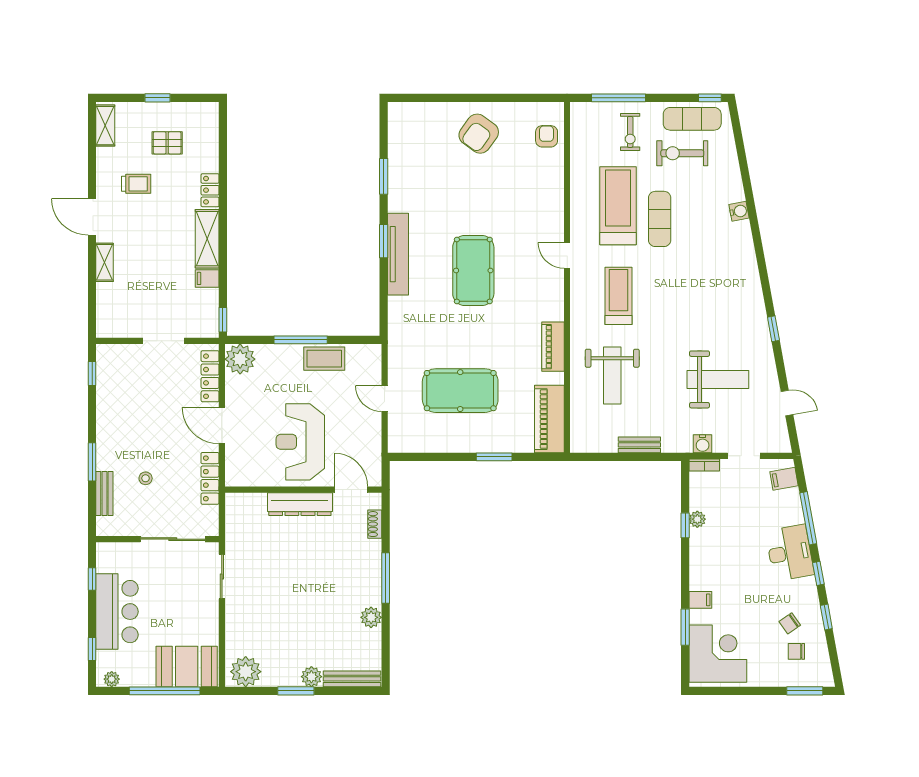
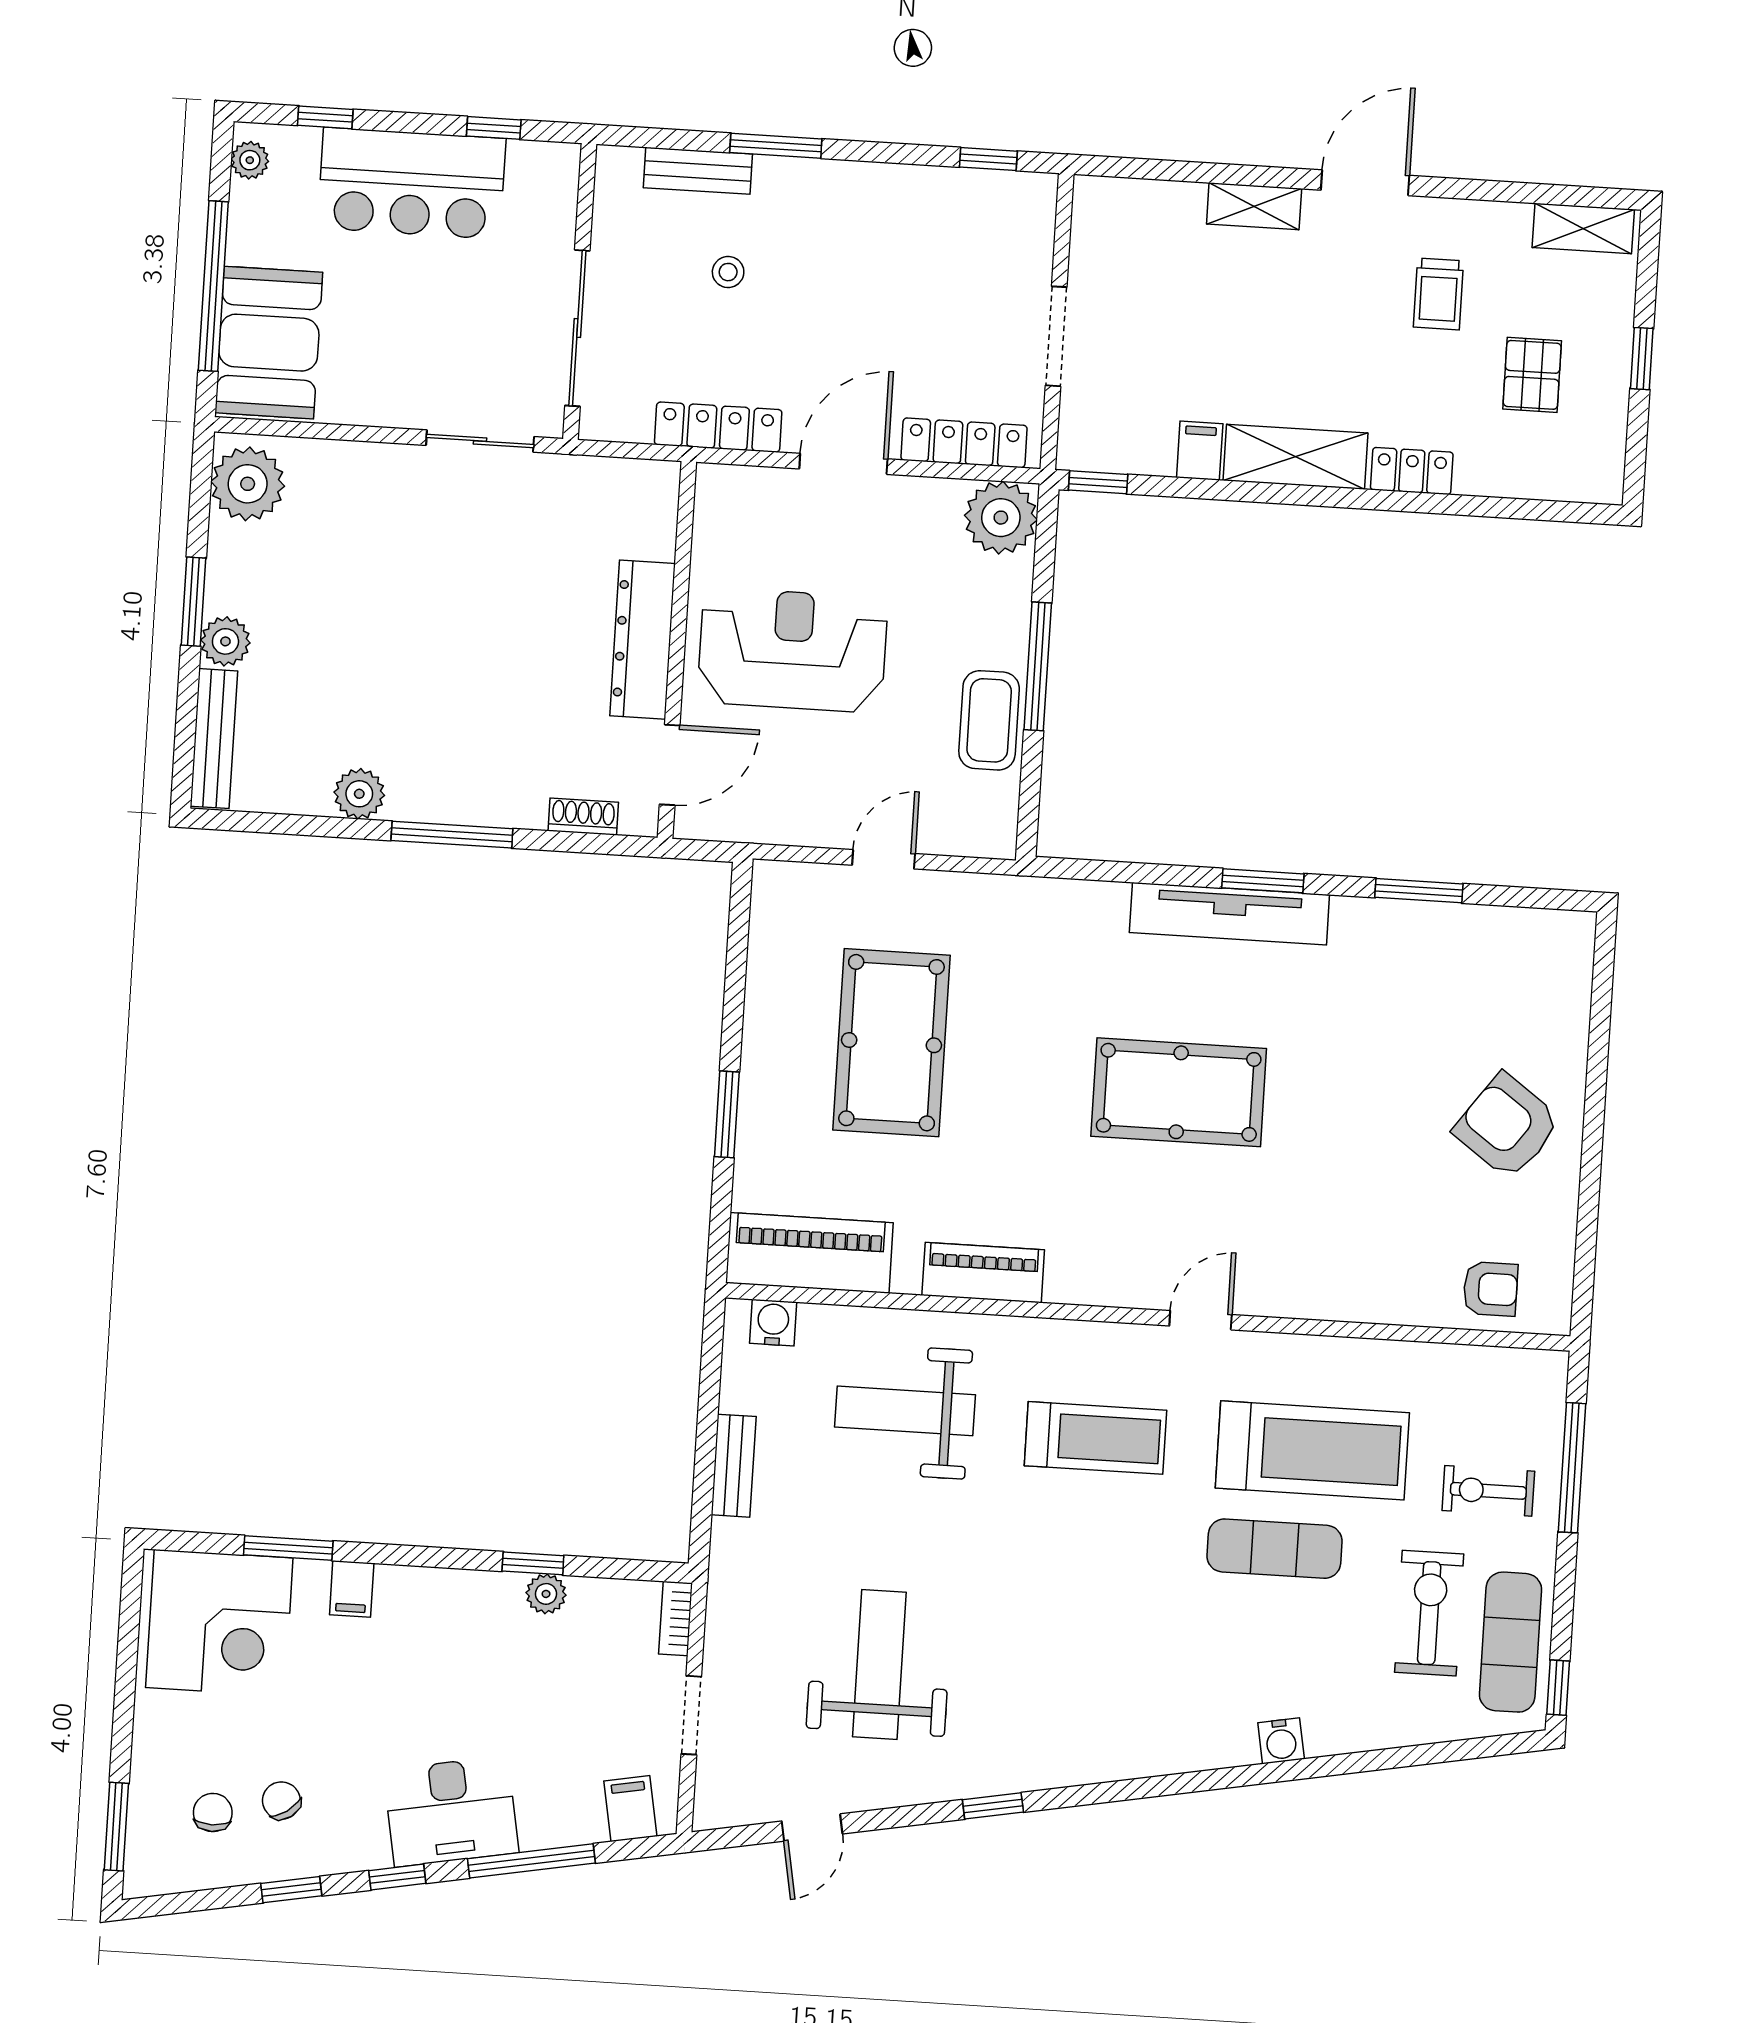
weight bench: (718, 379) -> (879, 1665), turned 180
water cooler: (703, 444) -> (773, 1323), moved, turned 90

